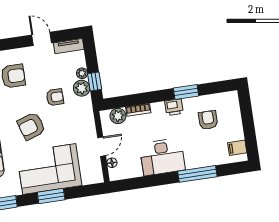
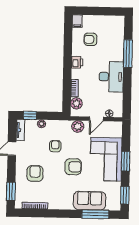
window: (95, 82) -> (30, 115), moved
plant: (82, 88) -> (78, 126), moved
window: (186, 92) -> (68, 52), removed
armchair: (31, 126) -> (73, 167), turned -72
door: (102, 147) -> (96, 119), swing flipped
filing cabinet: (237, 148) -> (77, 21), moved

